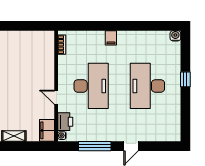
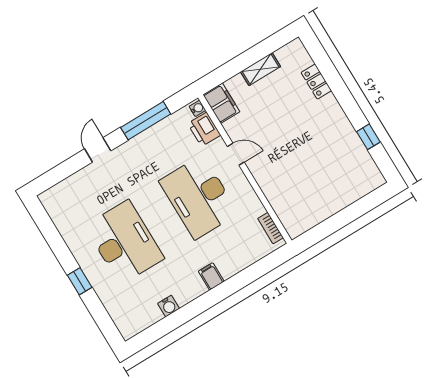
water cooler: (175, 36) -> (169, 306), moved

